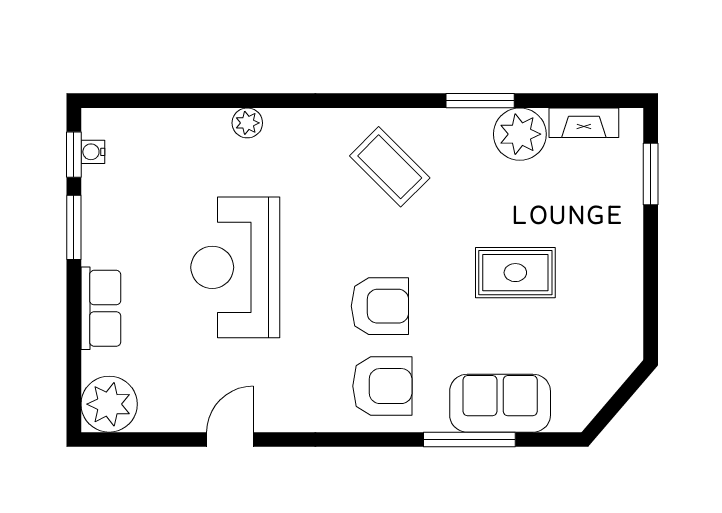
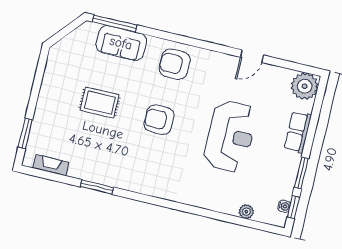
plant: (247, 123) -> (246, 212), moved
plant: (520, 134) -> (82, 167), removed
coffee table: (390, 167) -> (147, 166), removed
armchair: (380, 306) -> (159, 120), moved
window: (469, 439) -> (115, 23), moved

